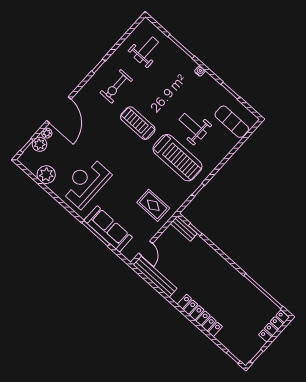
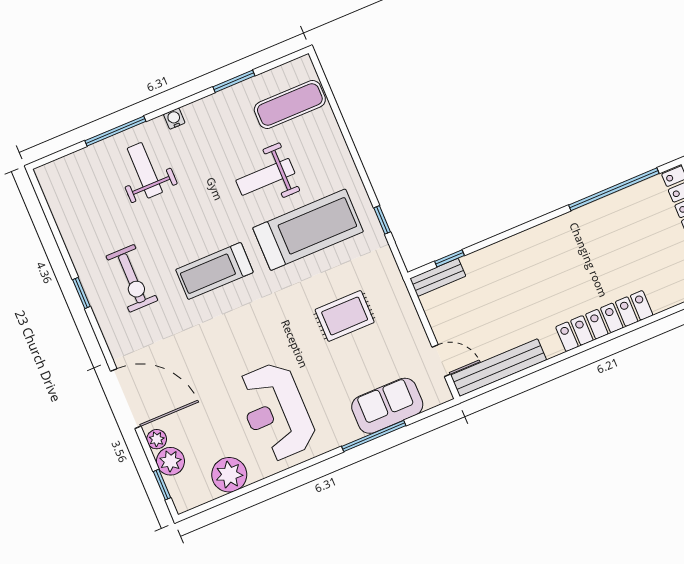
weight bench: (146, 50) -> (145, 170), moved
rug: (153, 205) -> (345, 316), moved
sofa: (108, 229) -> (387, 406), width x0.73

